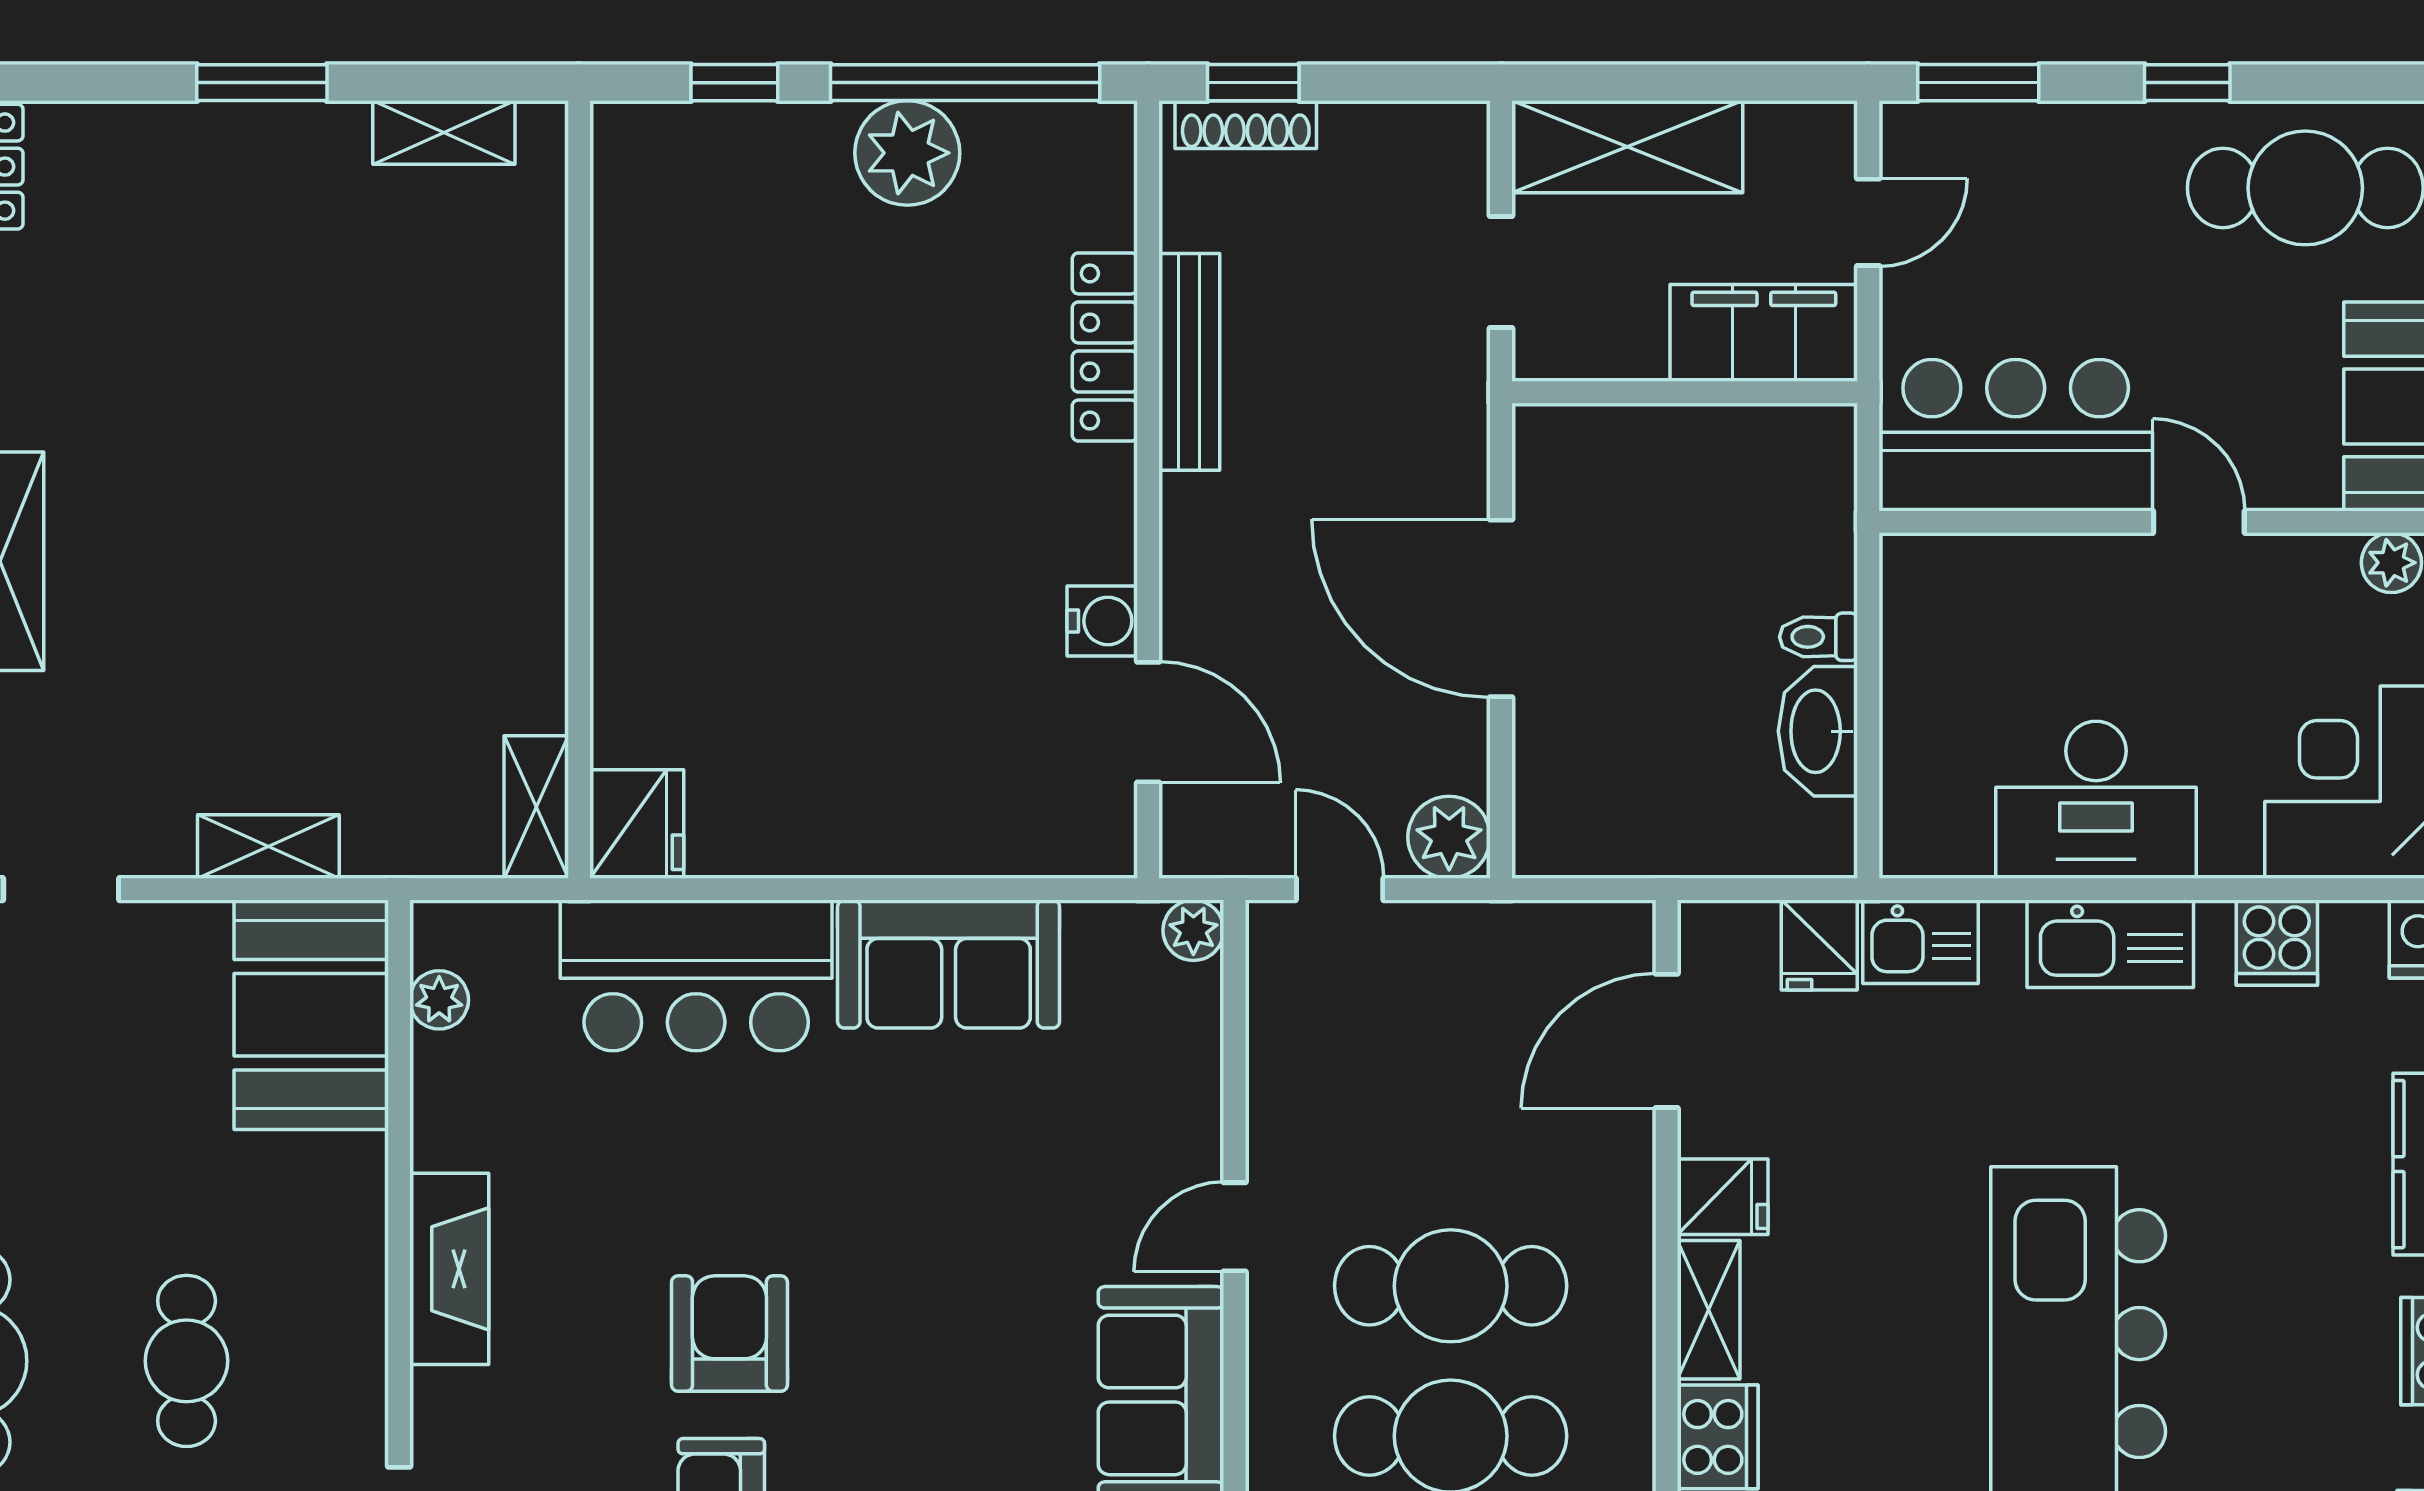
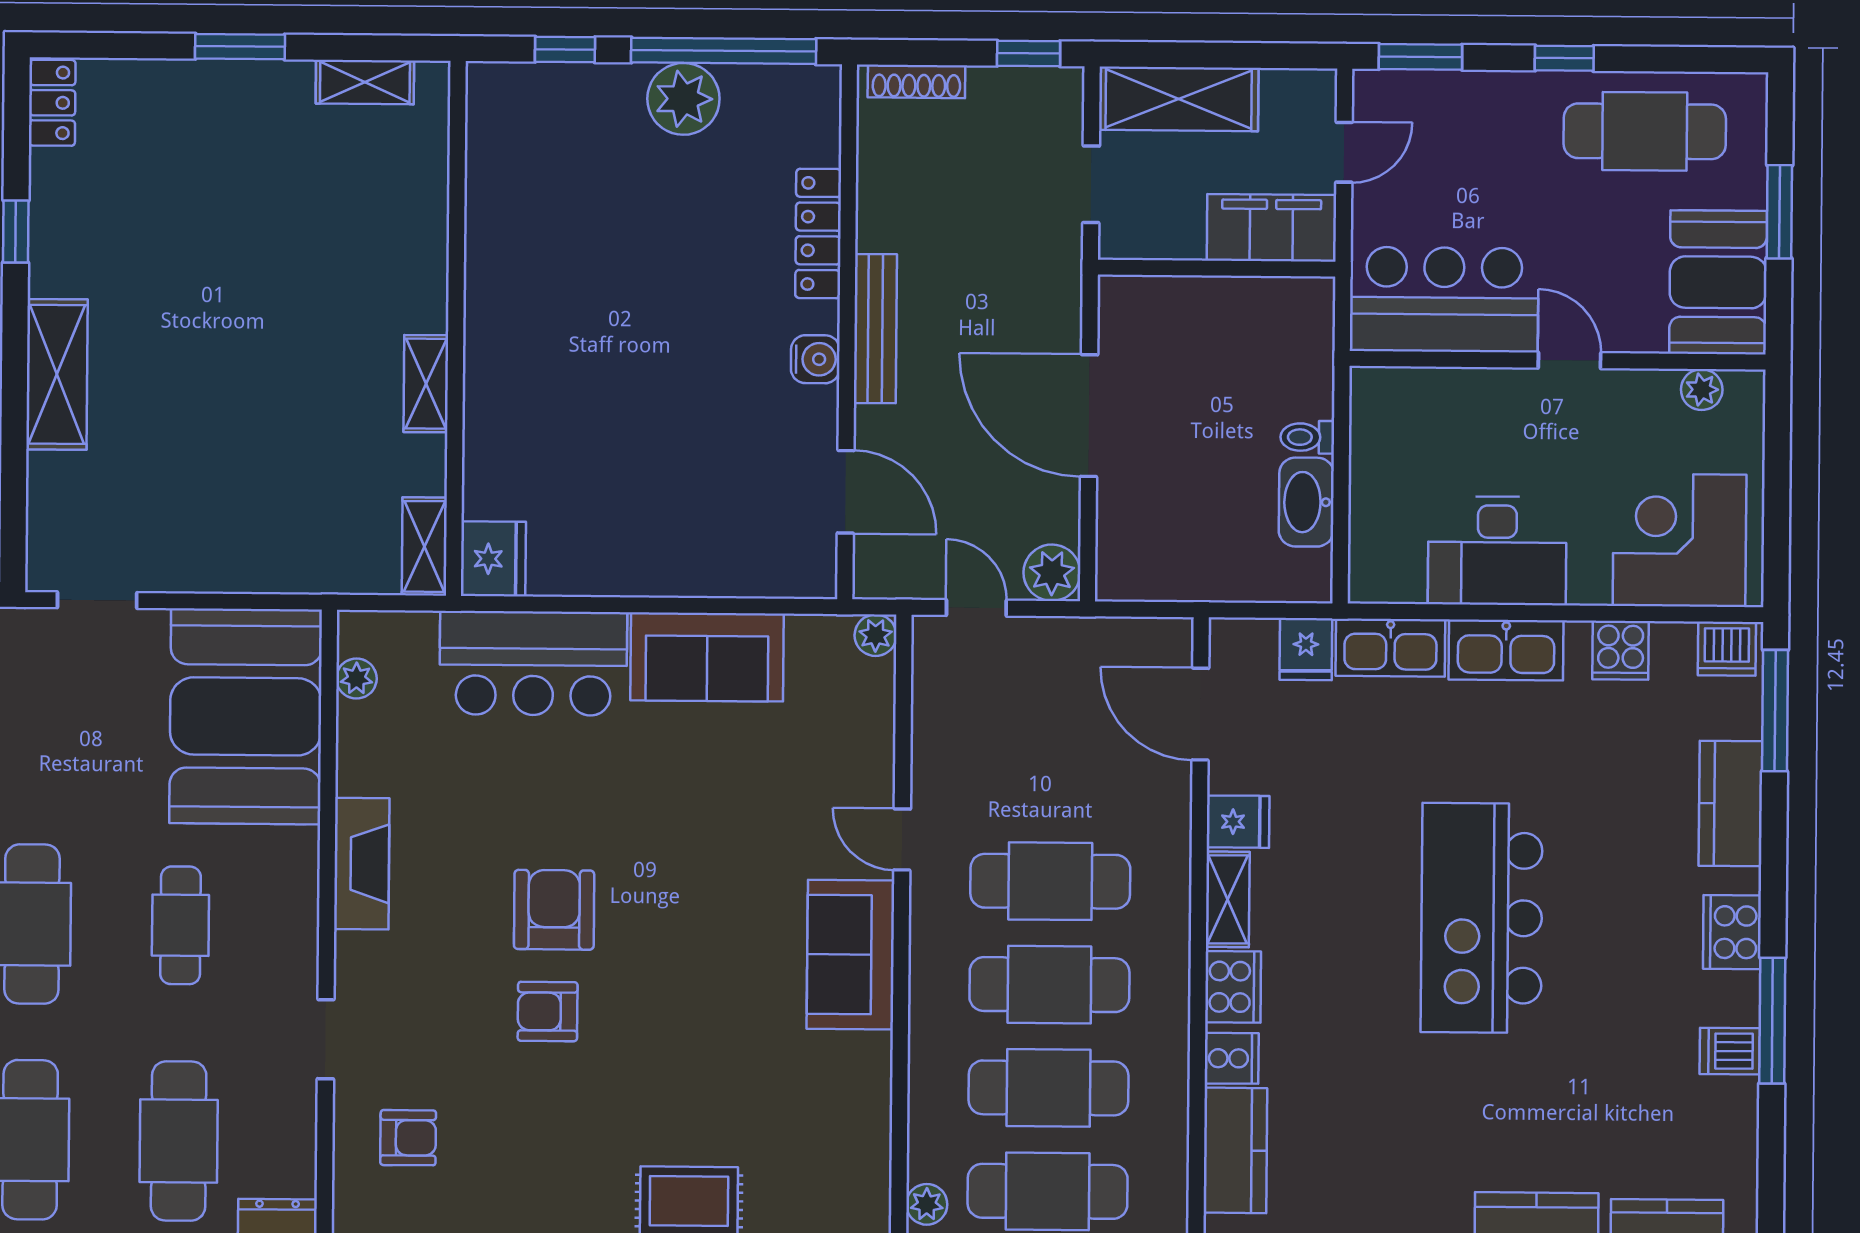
window: (1253, 83) -> (1029, 53), moved
bench: (1189, 362) -> (875, 329), moved
water cooler: (1102, 621) -> (815, 359), moved
shelving: (268, 847) -> (426, 384), moved, turned 90
kitchen sink: (1921, 942) -> (1390, 648), width x1.38
booth: (311, 1015) -> (246, 716), width x1.36, depth x1.42
door: (1667, 1041) -> (1200, 714), hinge flipped
door: (1235, 1227) -> (902, 839), hinge flipped

